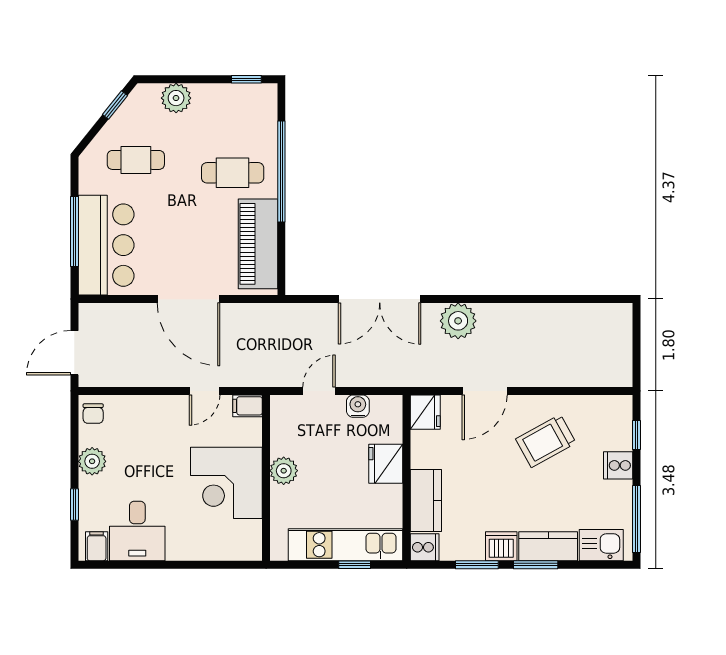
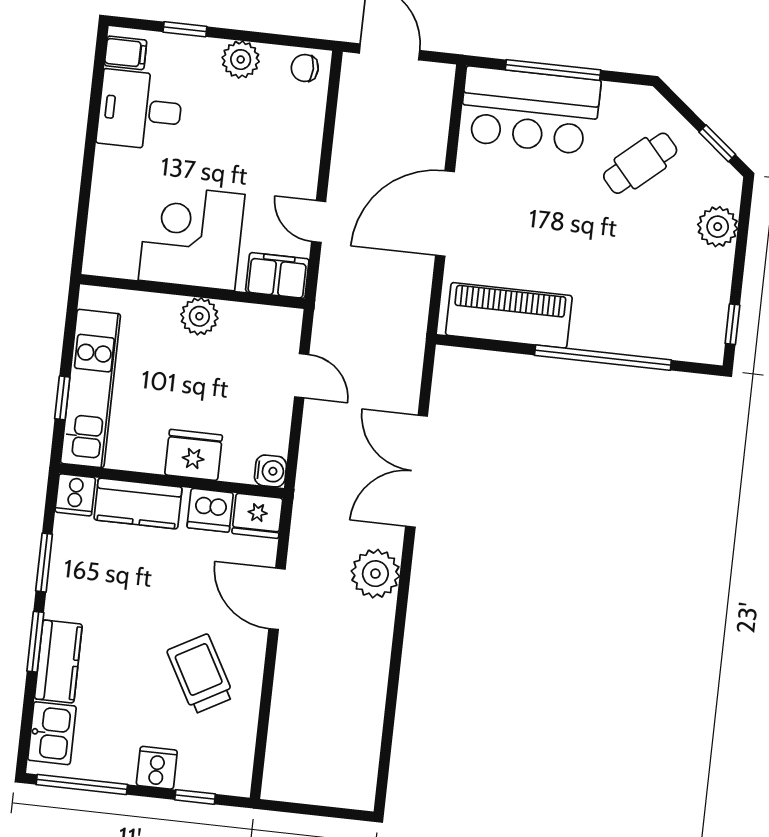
cafe table: (136, 160) -> (640, 163), turned 49
cafe table: (233, 173) -> (608, 292), removed
filing cabinet: (247, 406) -> (277, 275), width x2.00
water cooler: (358, 406) -> (270, 471), moved
dishwasher: (501, 546) -> (210, 510), moved, turned 90

